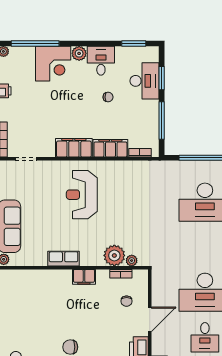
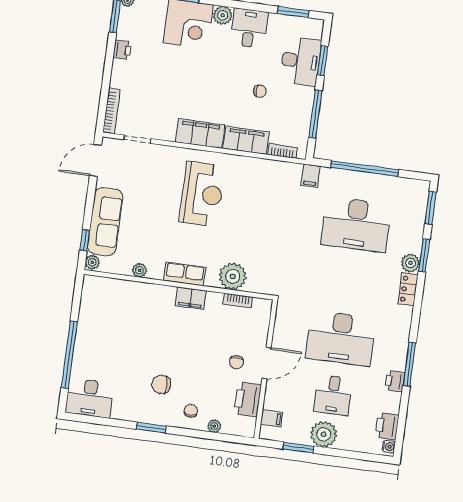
chair: (108, 97) -> (260, 91), moved
filing cabinet: (164, 169) -> (311, 176), added
reception desk: (82, 195) -> (202, 194), turned 180
row of seats: (64, 259) -> (185, 274), moved
plant: (132, 261) -> (140, 270), moved
chair: (127, 301) -> (236, 362), moved

